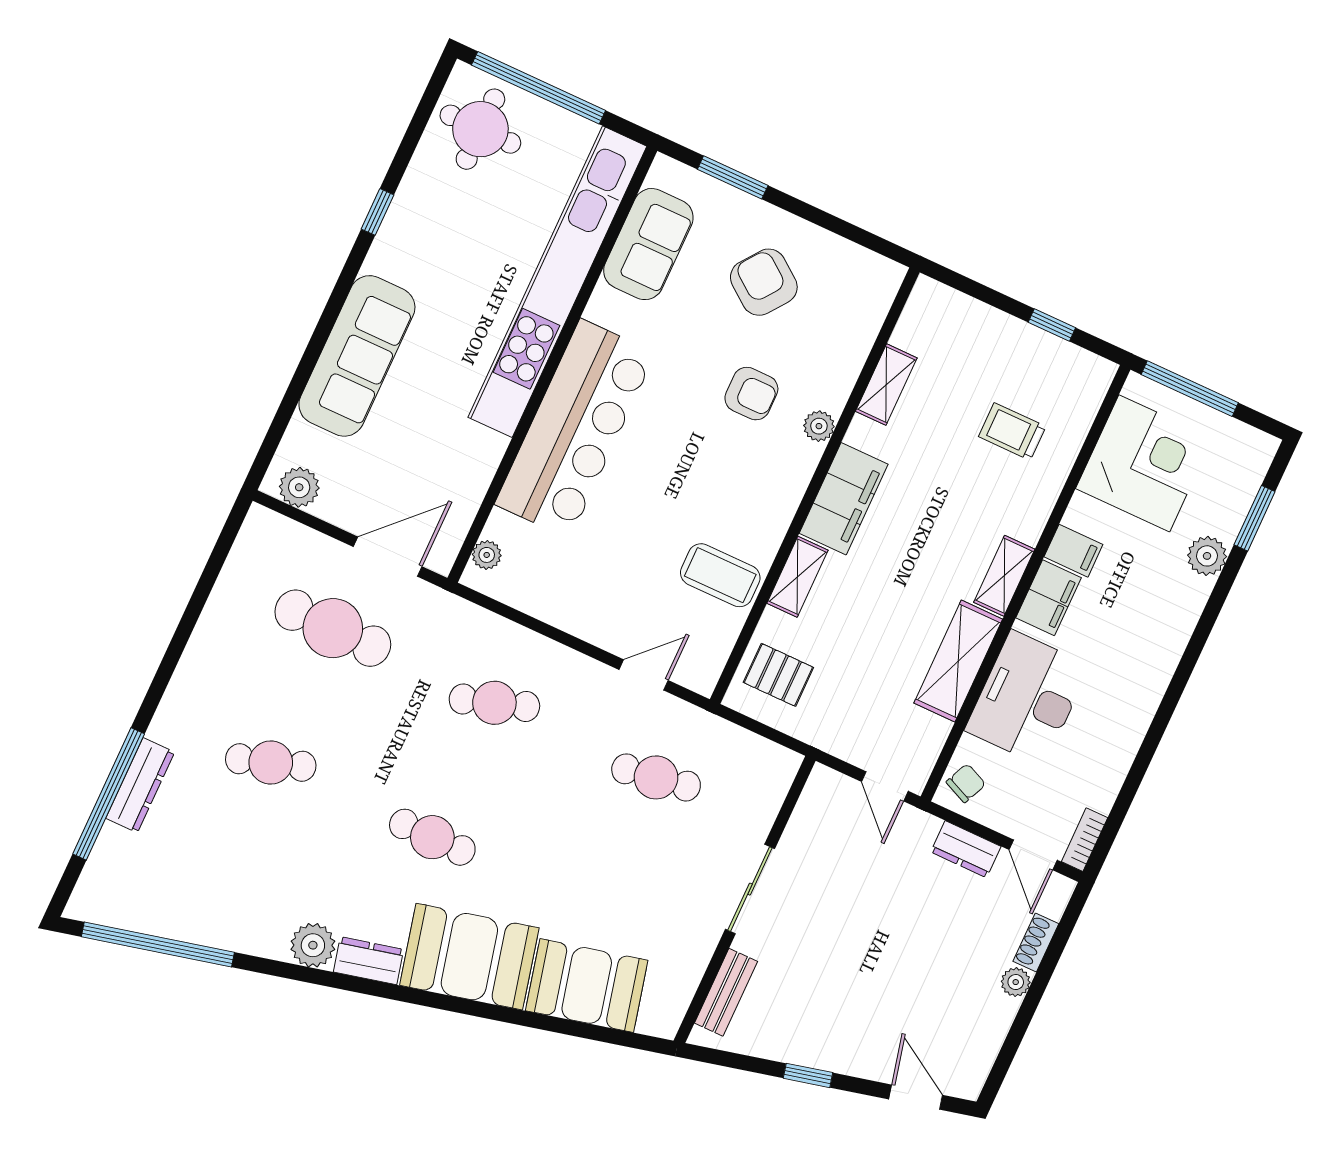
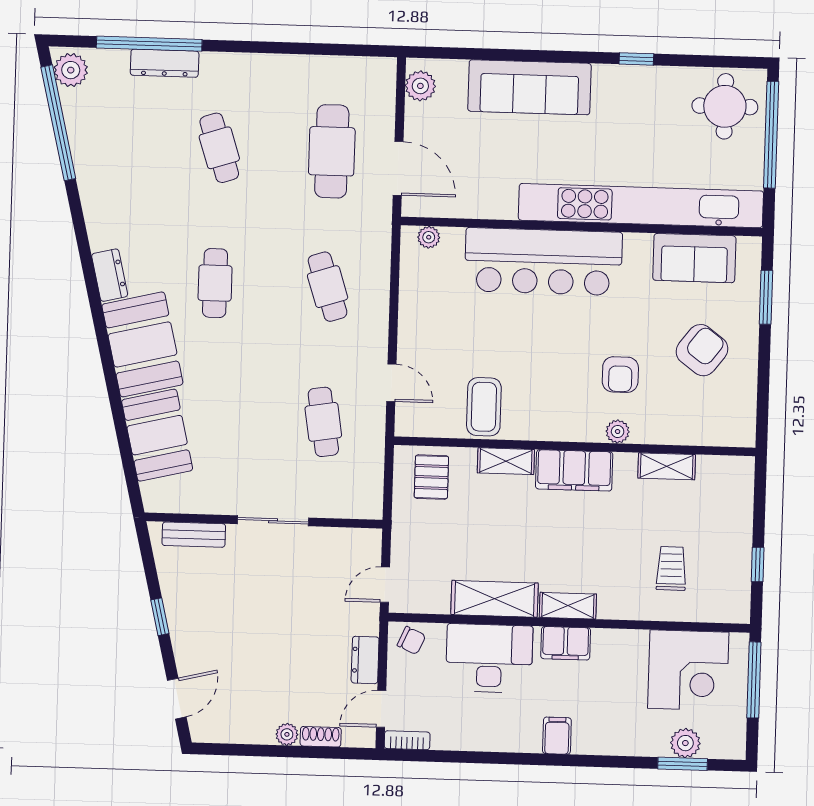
filing cabinet: (1073, 551) -> (557, 736), moved, turned 180
plant: (1207, 556) -> (685, 743), moved
plant: (313, 945) -> (71, 70), moved

